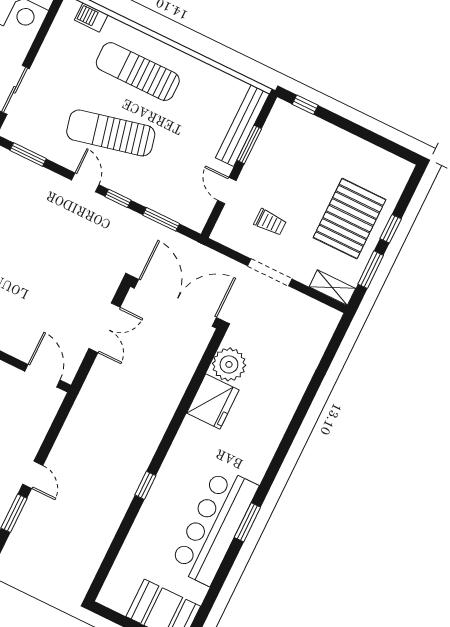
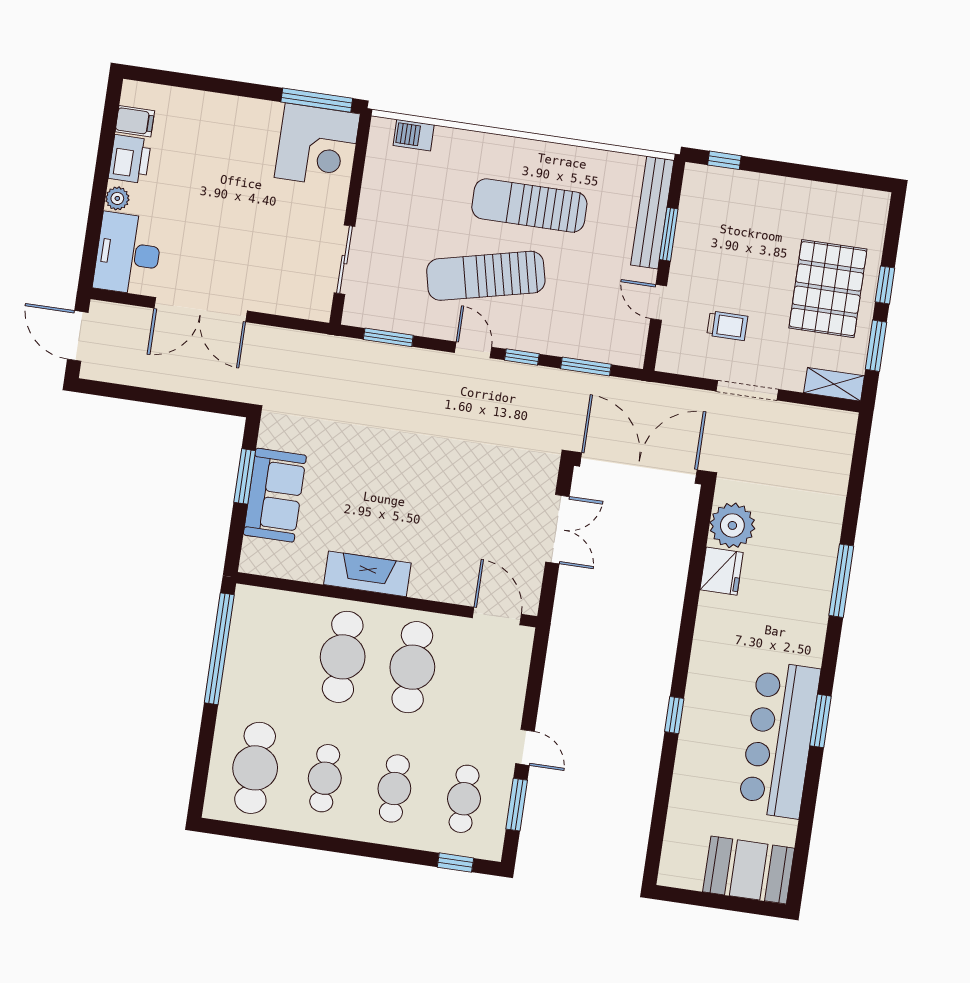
sun lounger: (138, 72) -> (529, 206), moved
fridge: (213, 402) -> (722, 571), width x0.73, depth x0.75
window: (294, 428) -> (841, 581), added

